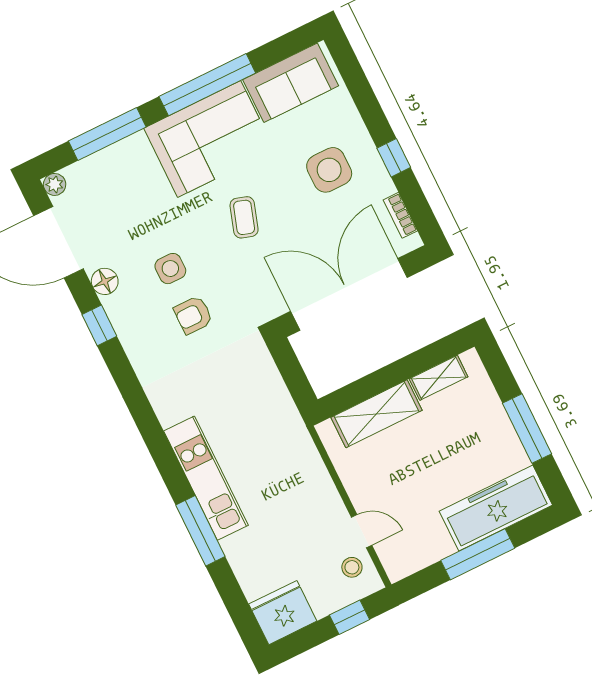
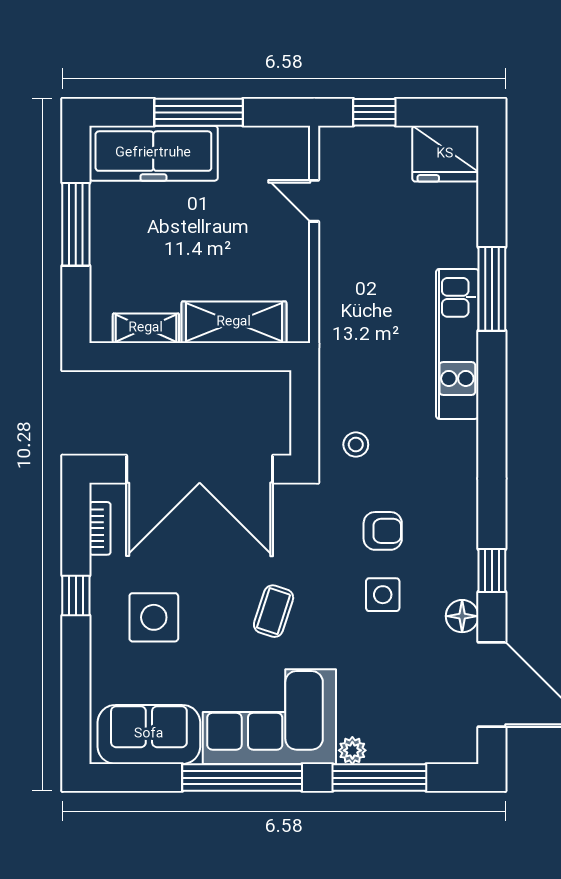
plant: (55, 184) -> (352, 750), moved
stool: (352, 567) -> (356, 445), moved

